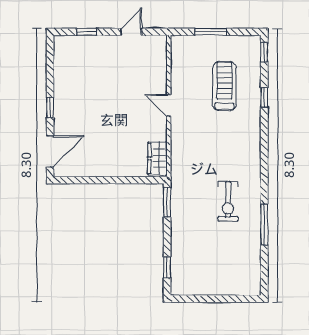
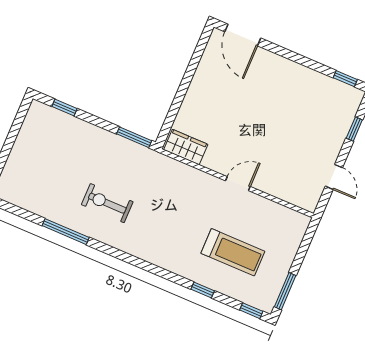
window: (211, 32) -> (285, 291), moved
window: (50, 108) -> (345, 79), moved

